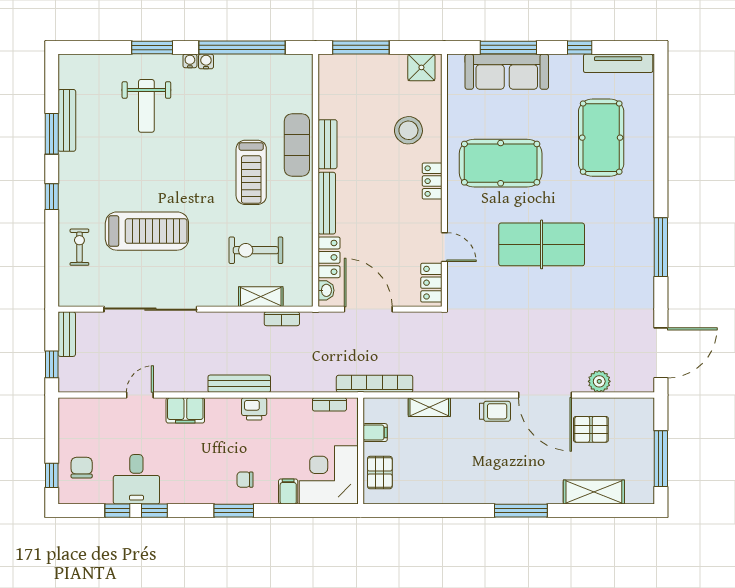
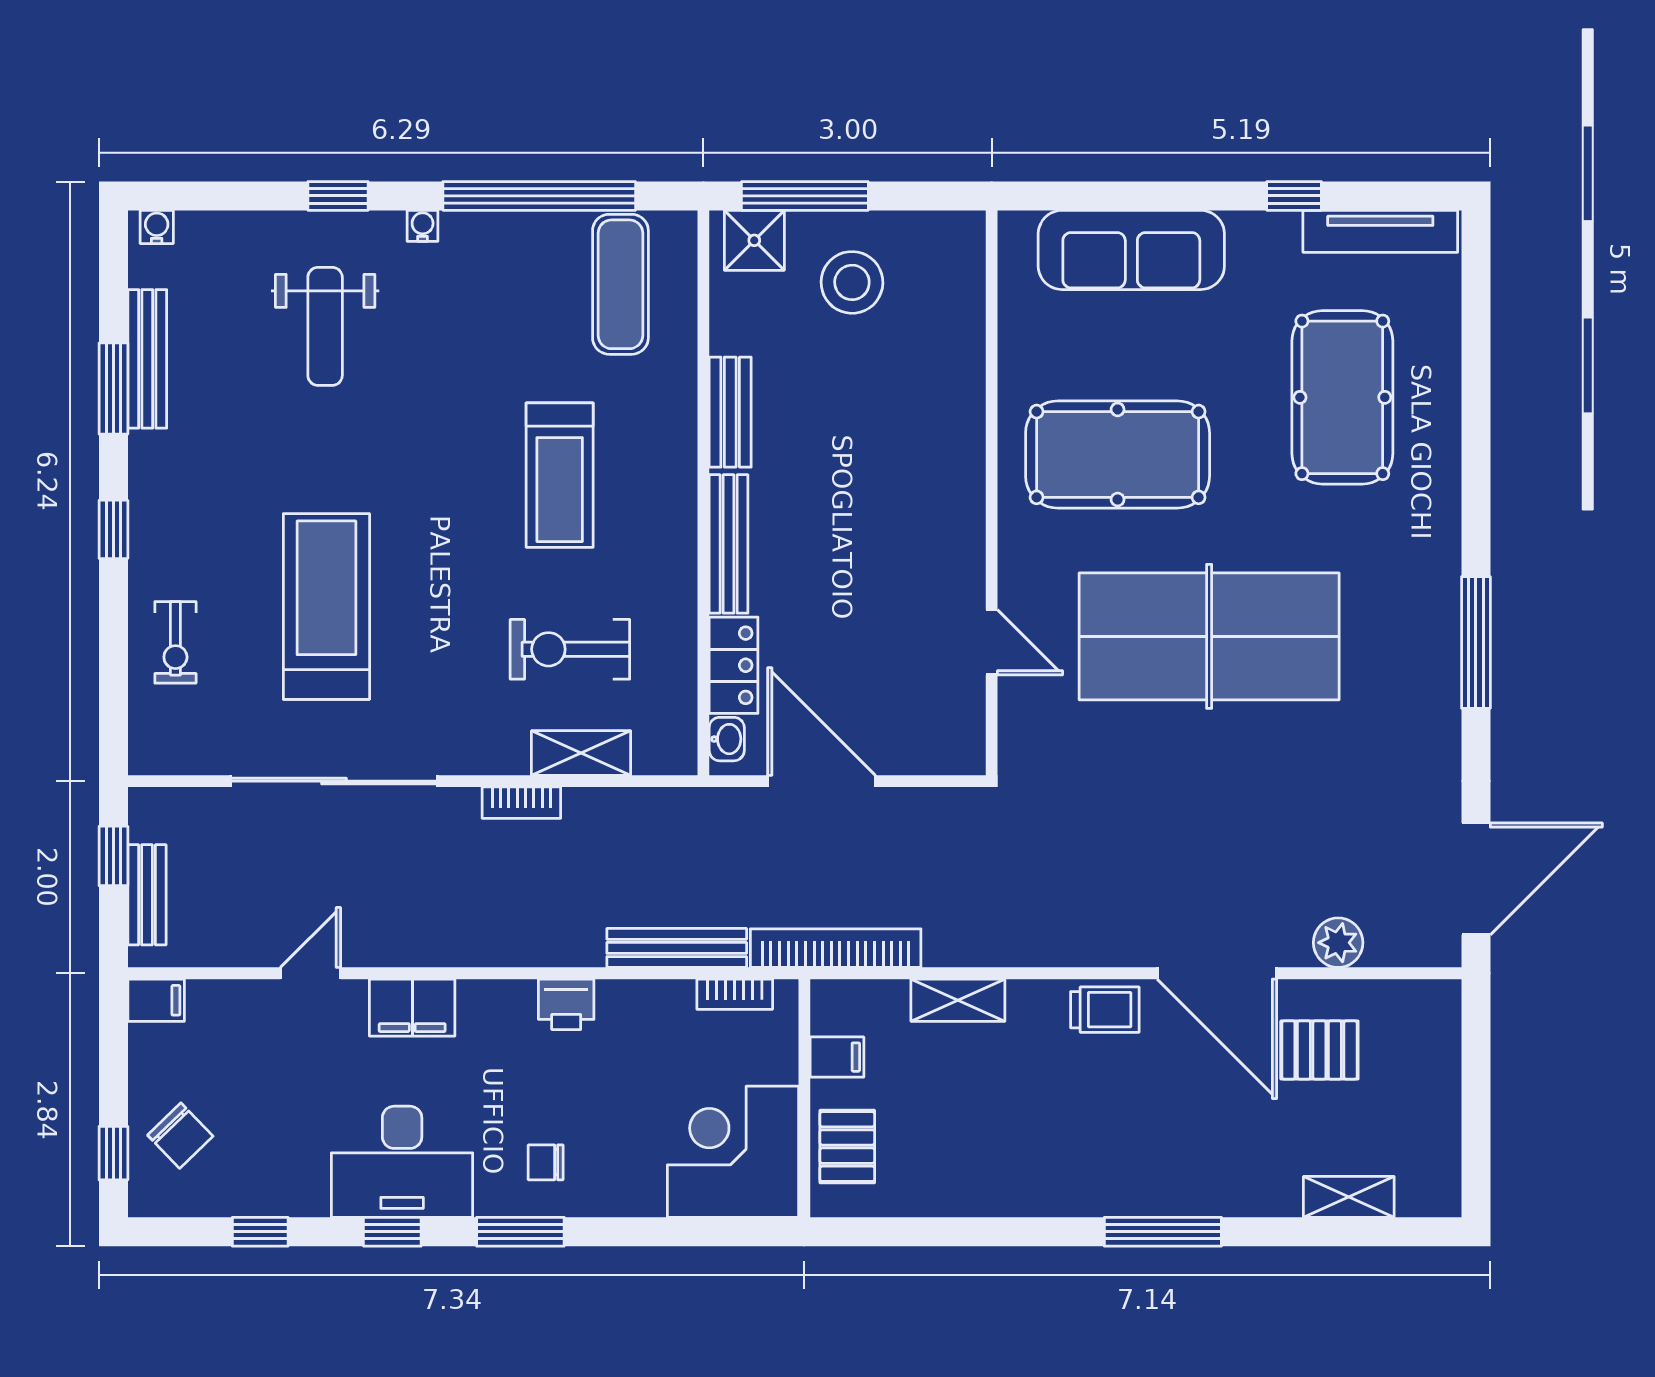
window: (152, 48) -> (338, 196), width x0.67
window: (508, 48) -> (1135, 196), removed
water cooler: (206, 61) -> (157, 227), moved
shower: (421, 67) -> (754, 240), moved
stool: (408, 130) -> (852, 282), moved
exercise mat: (297, 145) -> (620, 284), moved
locker: (432, 181) -> (964, 495), removed
treadmill: (147, 231) -> (326, 606), turned -90
table tennis table: (542, 244) -> (1209, 636), width x1.36, depth x1.32
exercise bike: (79, 247) -> (175, 642), turned 180
locker: (431, 283) -> (963, 722), removed
bookcase: (282, 319) -> (521, 803), moved
bench: (67, 334) -> (147, 895), moved
window: (52, 364) -> (113, 856), moved
bench: (239, 384) -> (677, 948), moved
window: (661, 459) -> (1476, 1115), removed
chair: (82, 468) -> (180, 1136), turned 136
desk: (136, 479) -> (402, 1162), moved, width x1.37
filing cabinet: (288, 492) -> (156, 1000), moved, turned 90
shelving: (594, 492) -> (1349, 1197), width x0.67, depth x0.75
window: (154, 511) -> (392, 1232), moved

